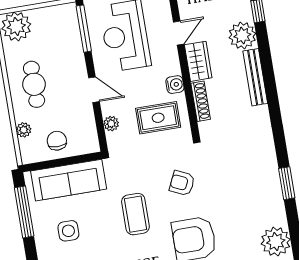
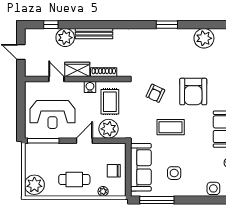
plant: (111, 124) -> (109, 129), width x1.87, depth x1.87

